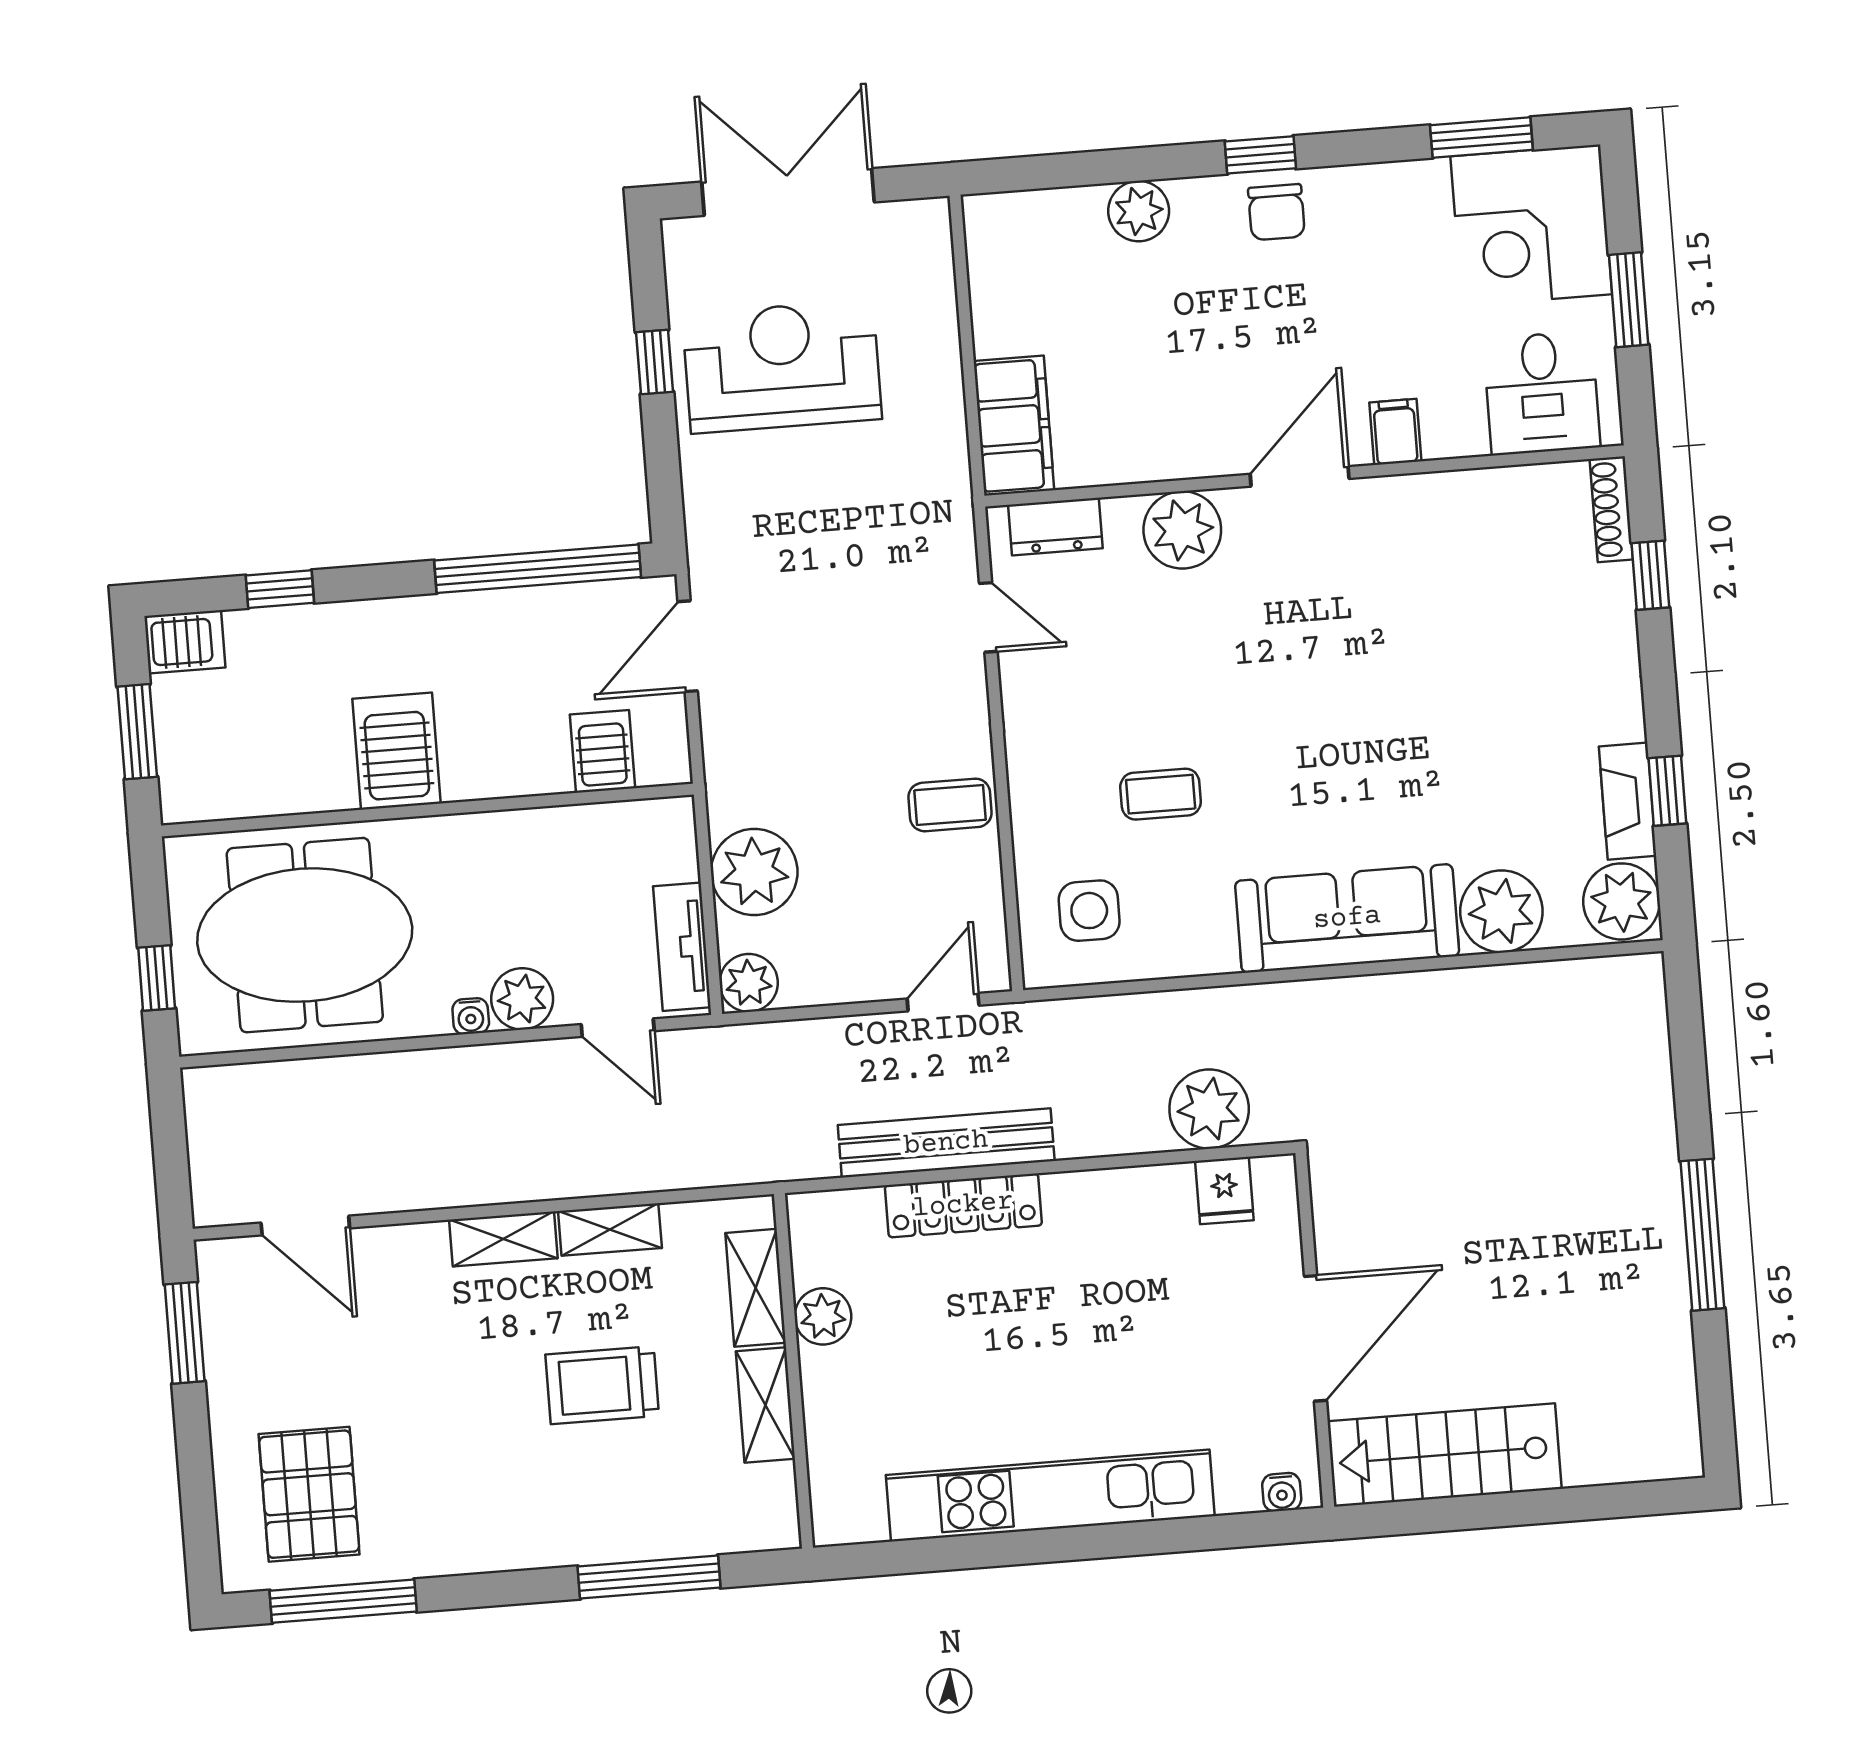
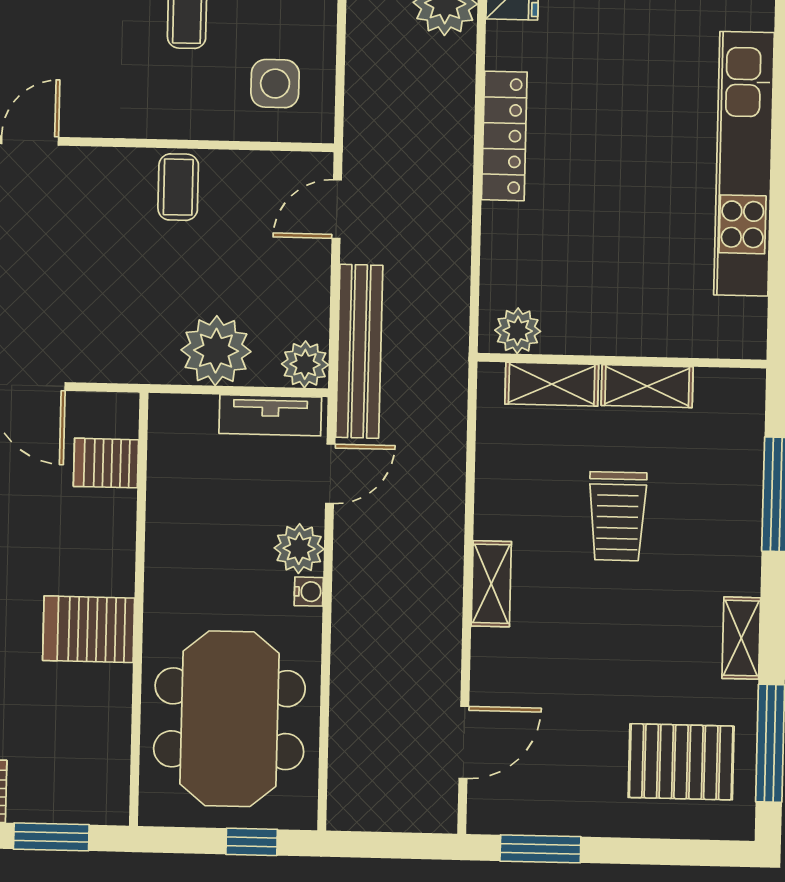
door: (943, 1002) -> (337, 209), hinge flipped
bench: (946, 1143) -> (359, 351), moved
locker: (963, 1205) -> (504, 136), moved
shelving: (610, 1229) -> (741, 638), moved
plant: (823, 1316) -> (518, 331), moved

